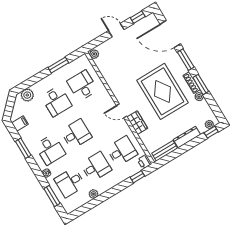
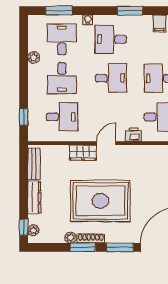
desk: (76, 134) -> (111, 78), turned -90
desk: (122, 151) -> (62, 117), turned -90
printer: (145, 162) -> (133, 135), moved

